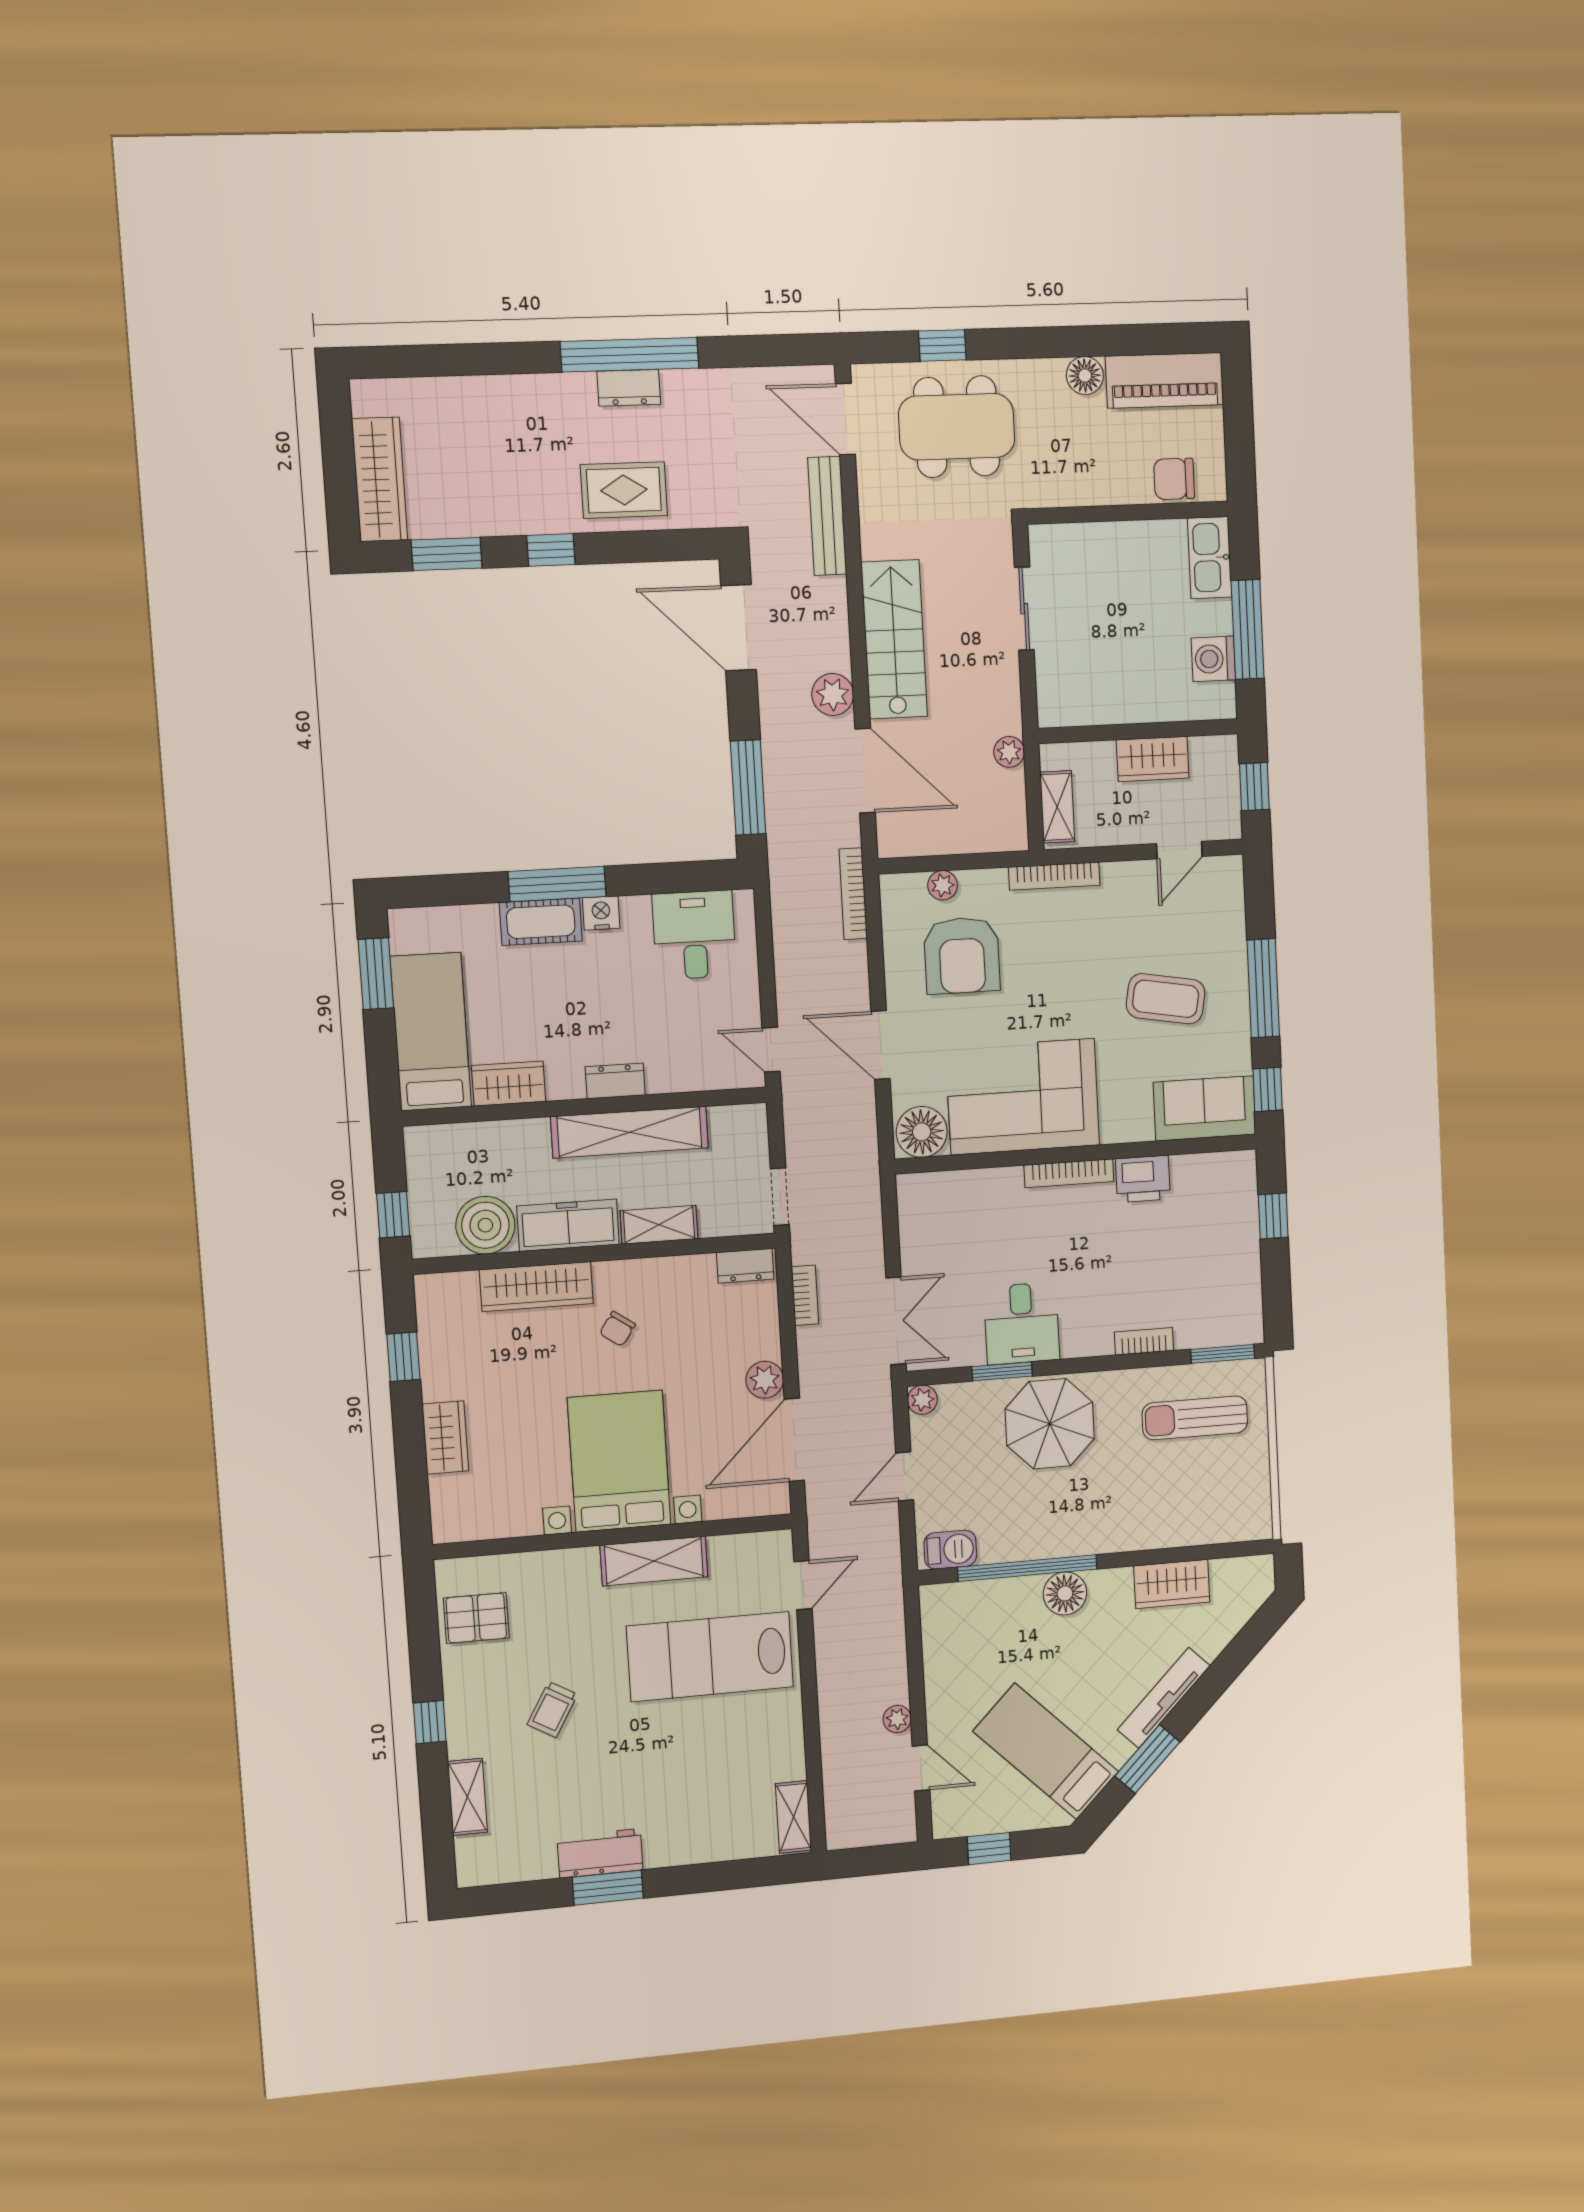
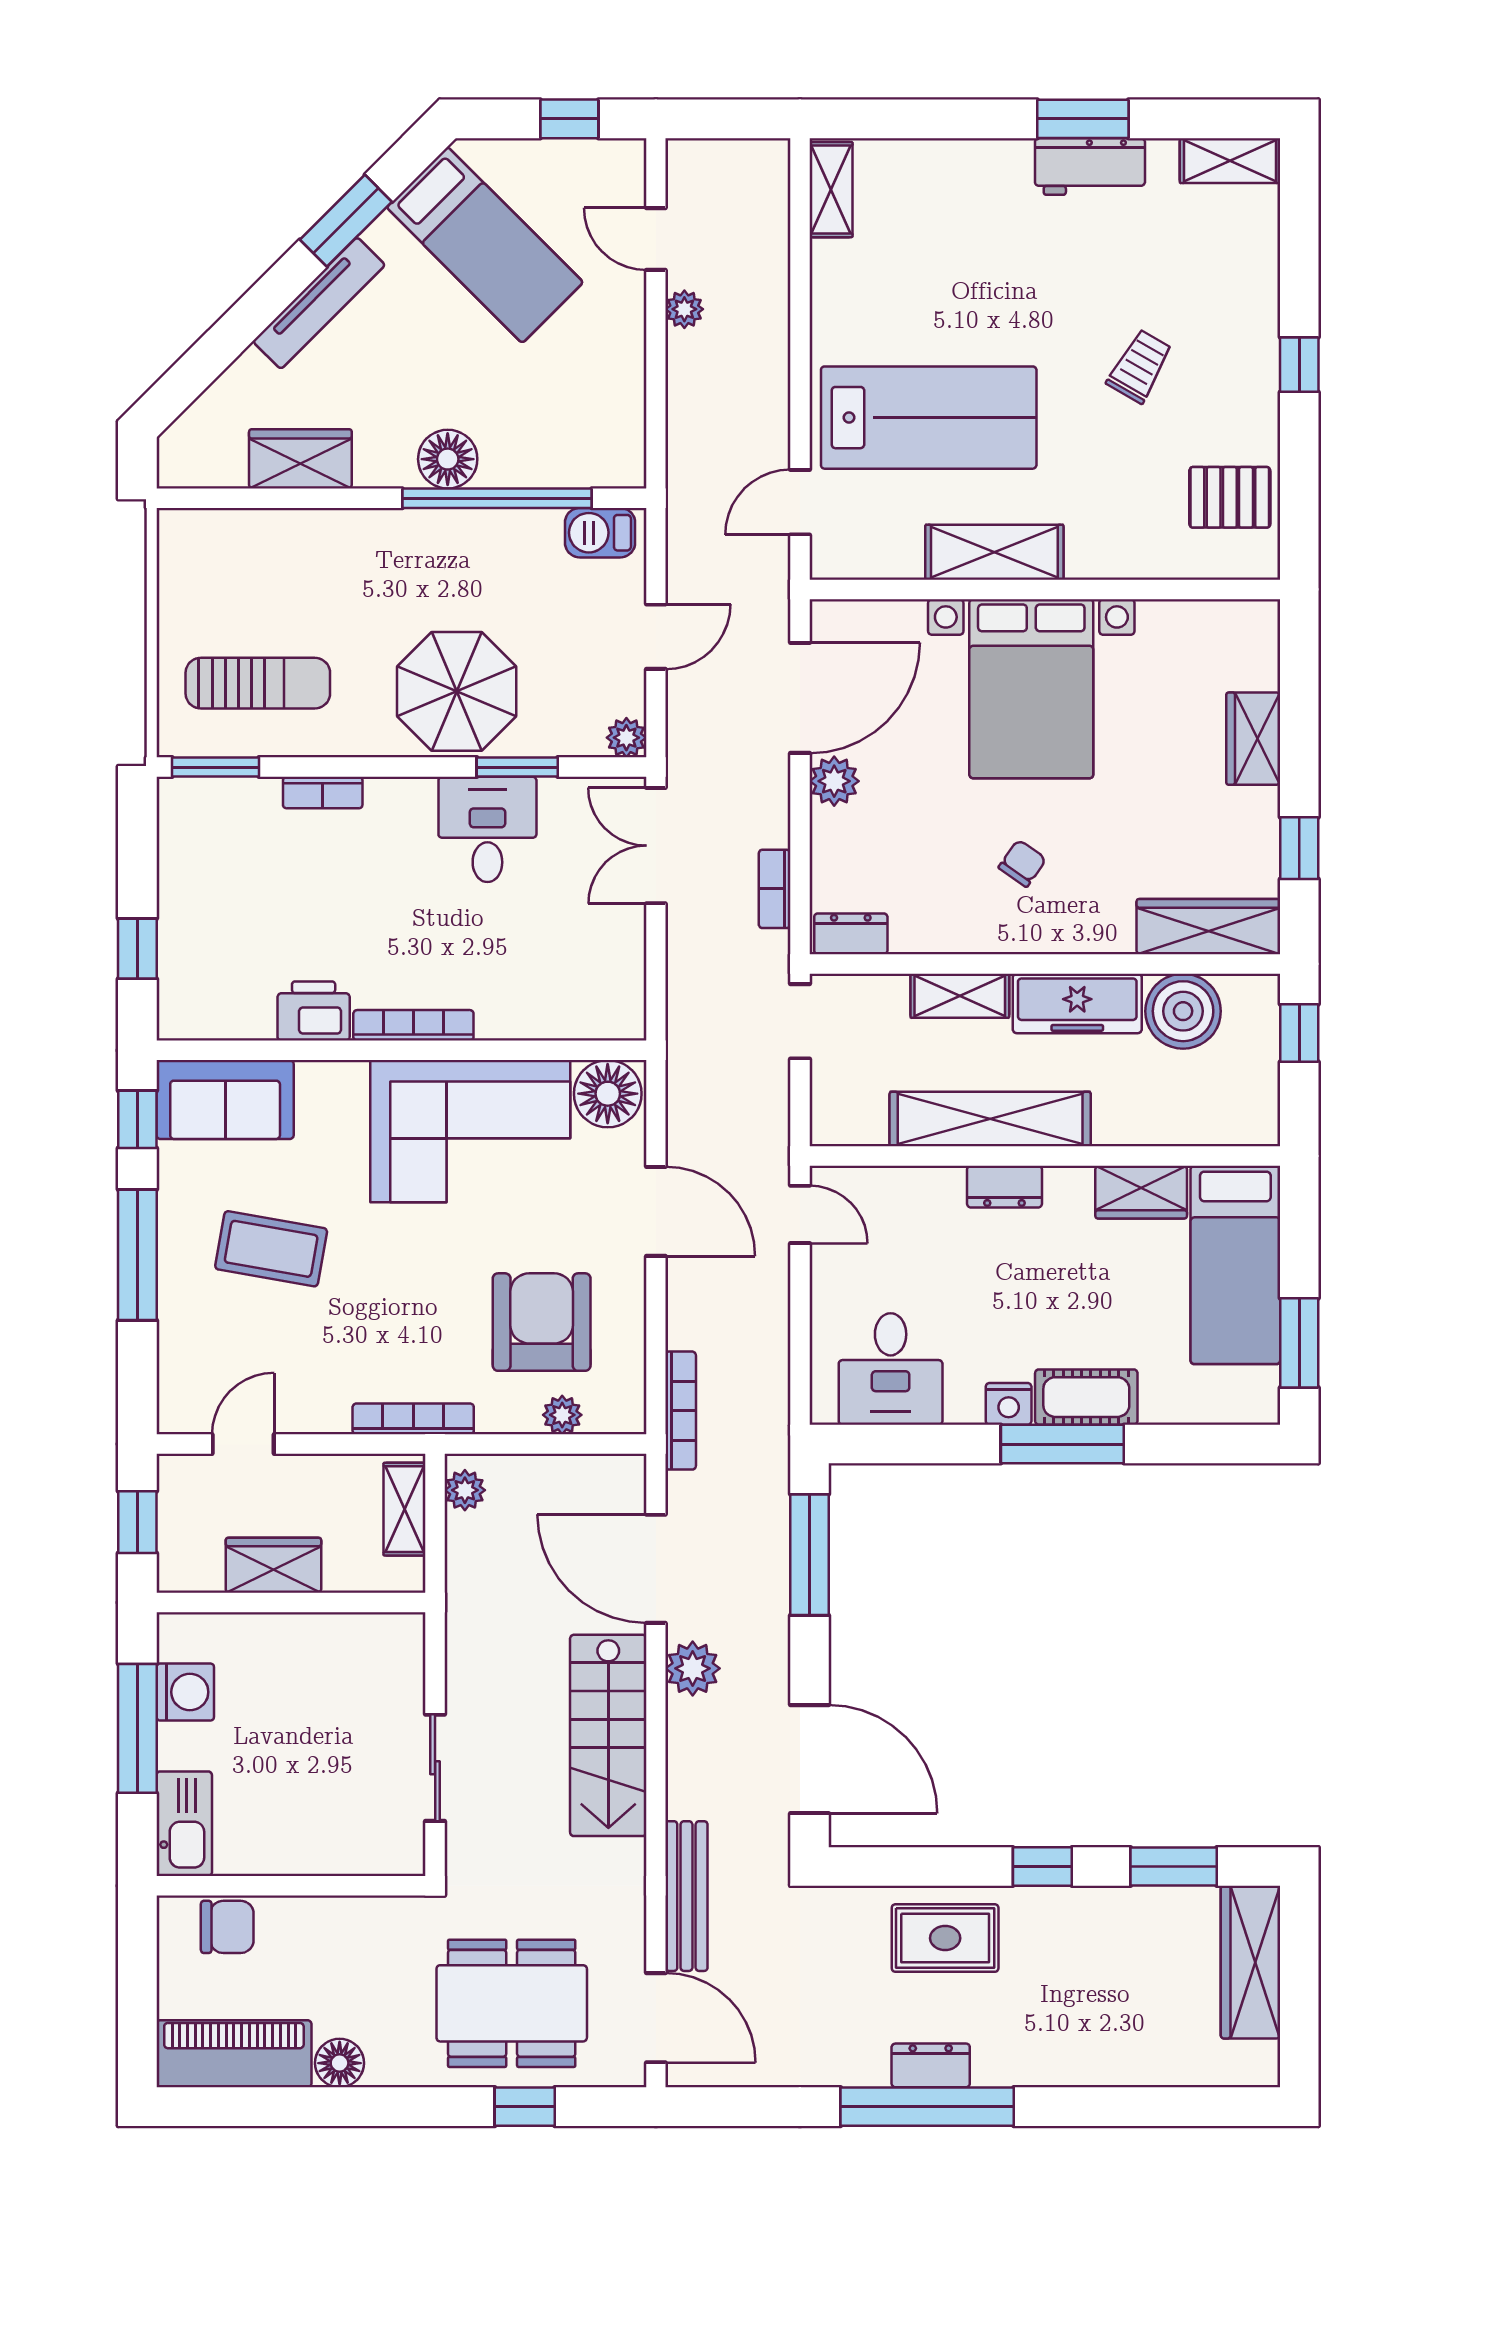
plant: (1009, 752) -> (465, 1490), moved
wardrobe: (536, 1287) -> (1208, 927), moved
shelving: (467, 1797) -> (1230, 161), moved, turned 90

